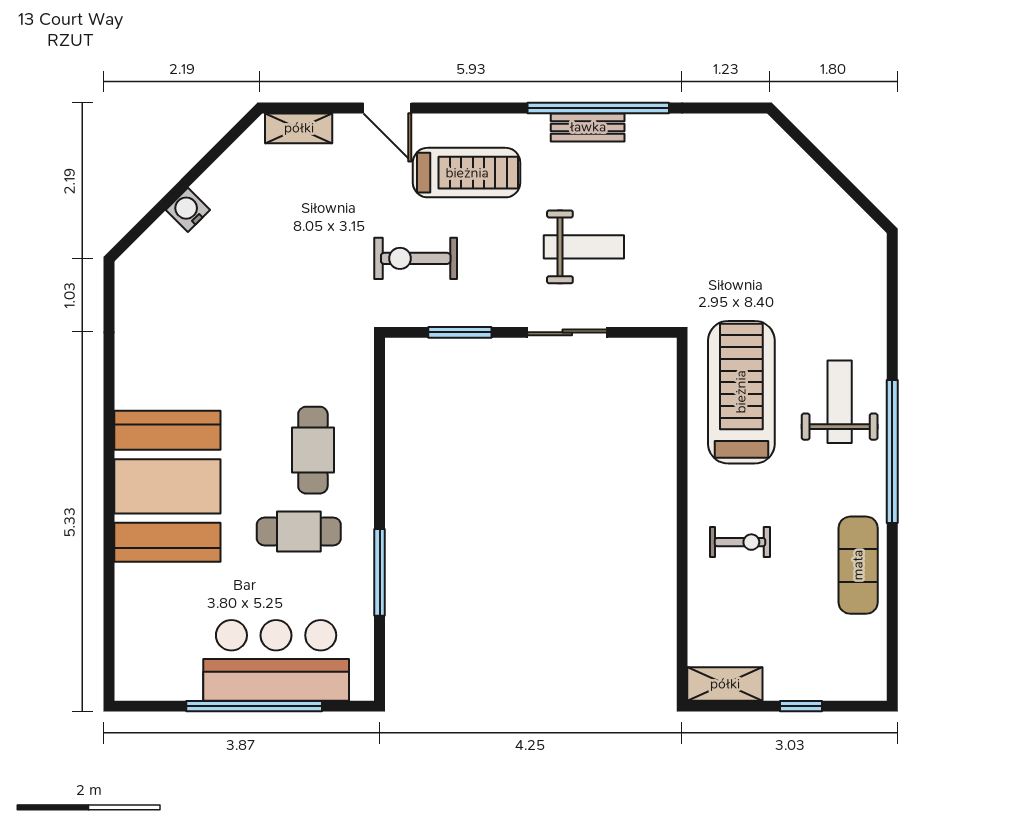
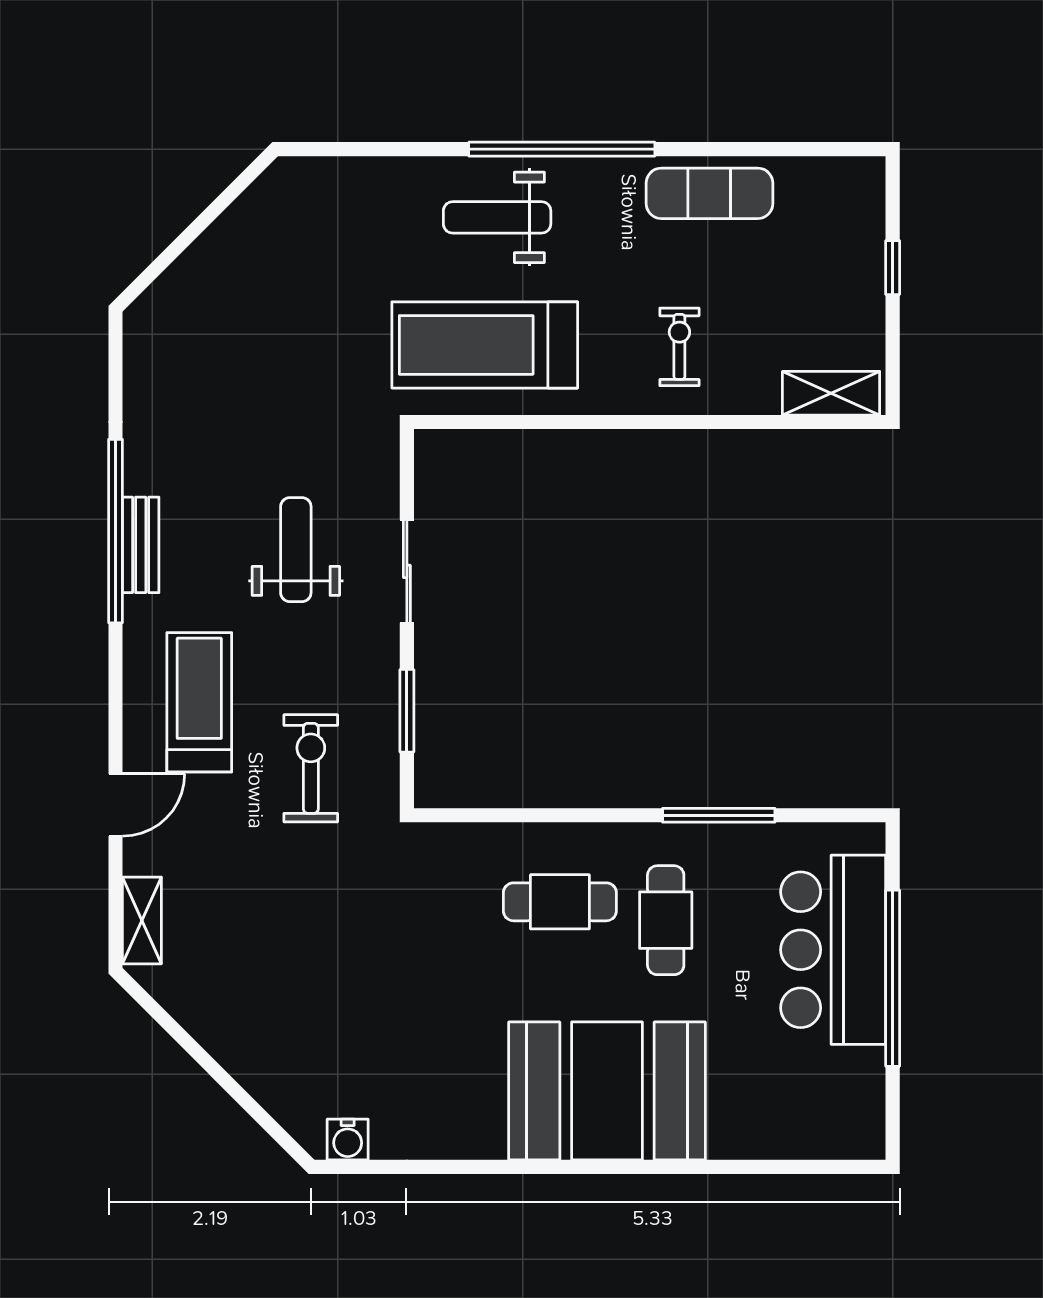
water cooler: (188, 210) -> (348, 1139), moved, turned -45
exercise bike: (416, 258) -> (311, 768), turned 180
shelving: (725, 684) -> (831, 393), moved, turned 90

